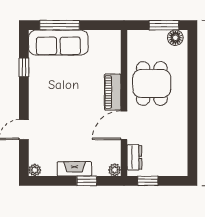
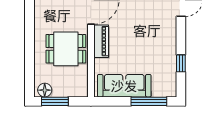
sofa: (58, 43) -> (124, 86), moved
dining table: (152, 84) -> (66, 49), turned 90

